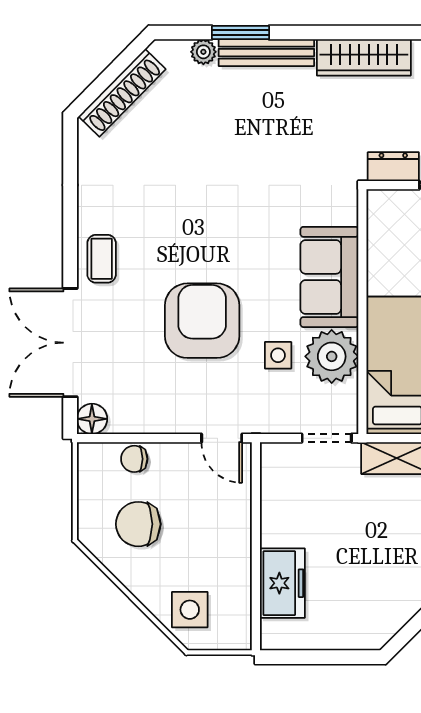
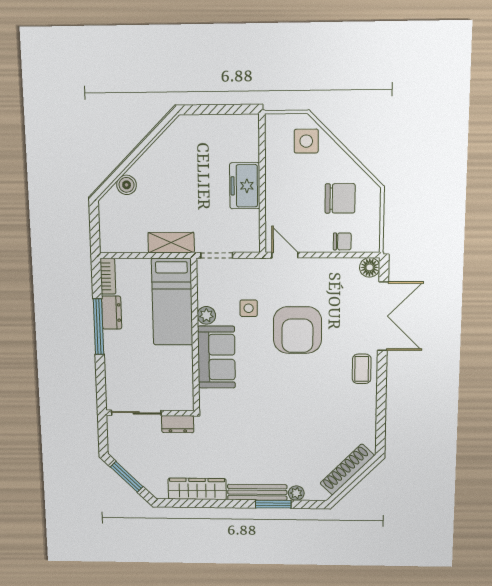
plant: (332, 356) -> (206, 315), width x0.53, depth x0.53
freezer: (282, 583) -> (245, 186), moved

